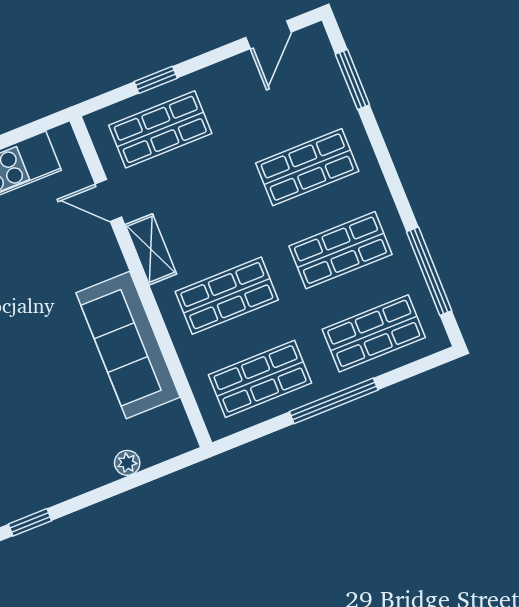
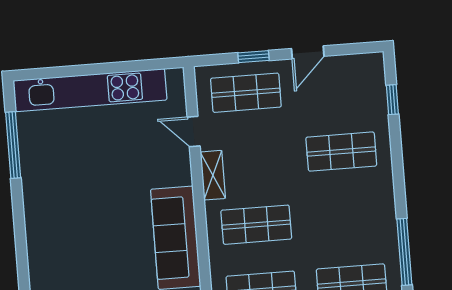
door: (268, 35) -> (308, 52), moved
window: (352, 79) -> (392, 100), width x0.67
shop shelf: (340, 250) -> (346, 218), removed

